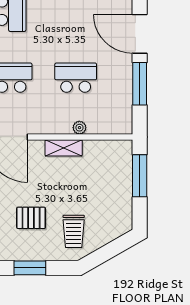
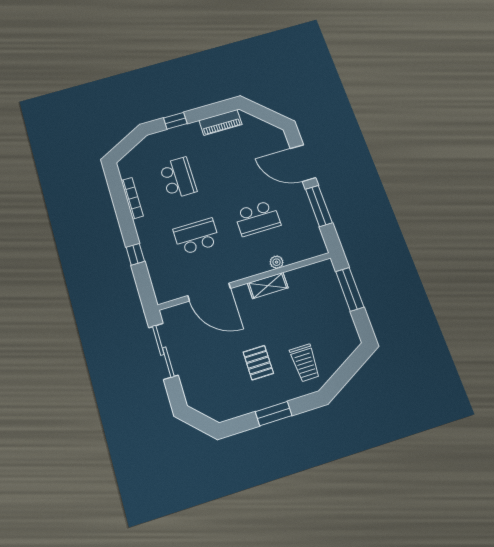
school desk: (76, 78) -> (257, 218), turned 180
pallet: (31, 218) -> (258, 363), turned 90

